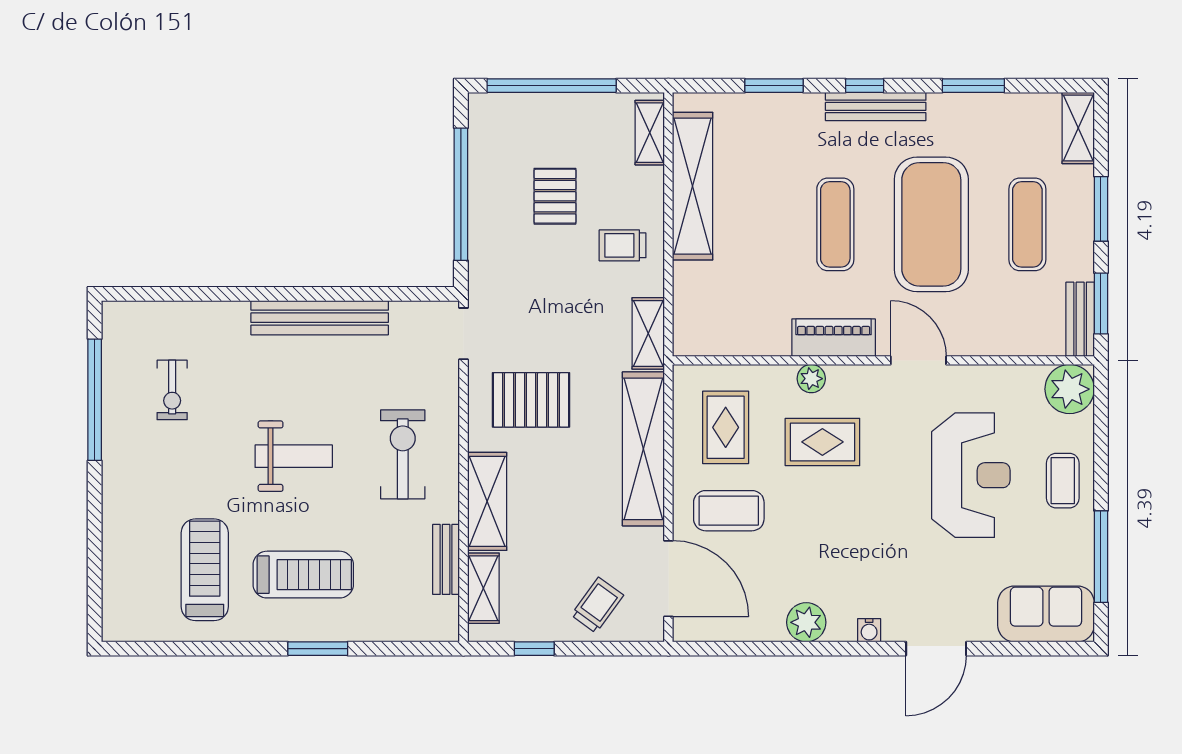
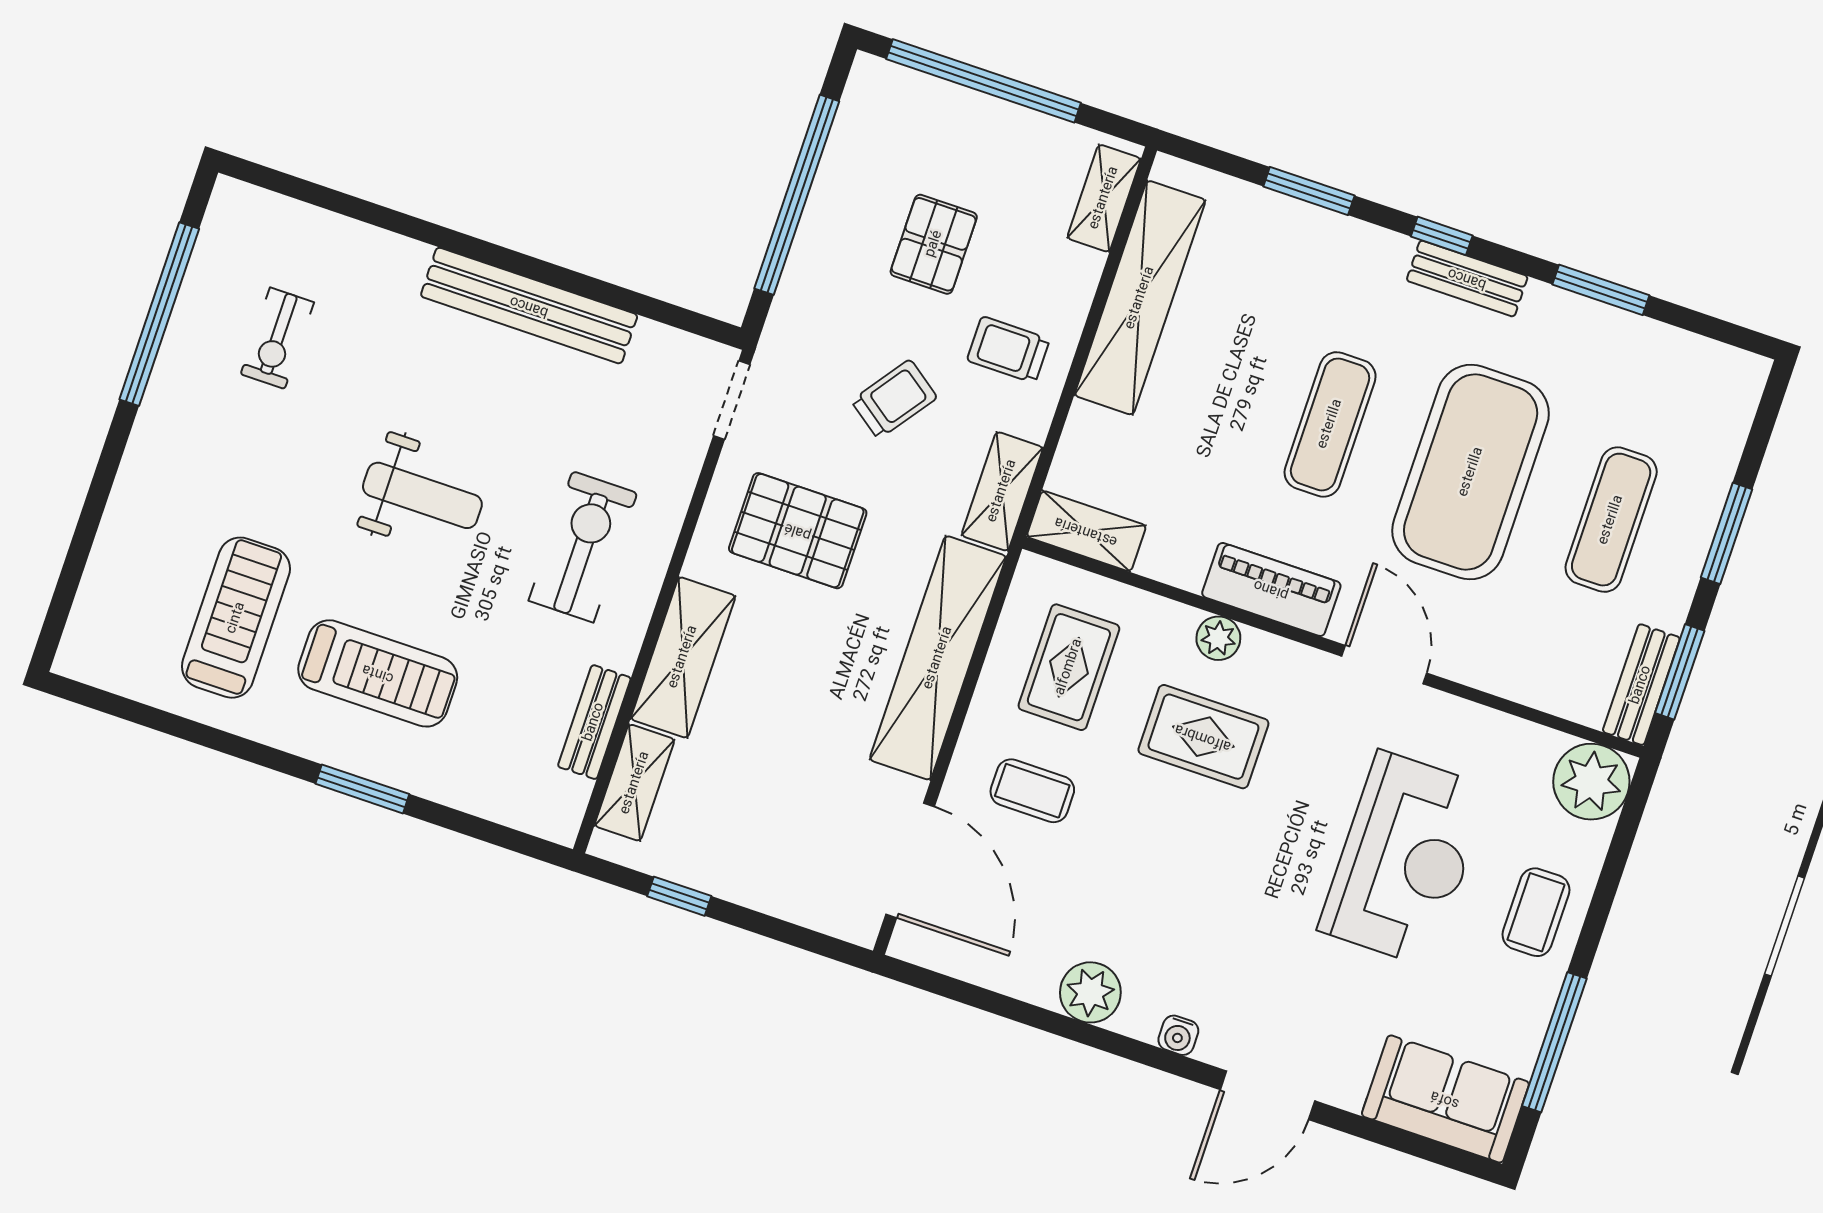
bench: (876, 106) -> (1467, 278), width x0.73
shelving: (1078, 128) -> (1086, 531), moved, turned 90
coffee table: (729, 511) -> (1032, 791), width x0.73, depth x0.77
trolley: (597, 605) -> (894, 399), moved

